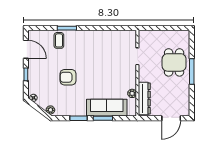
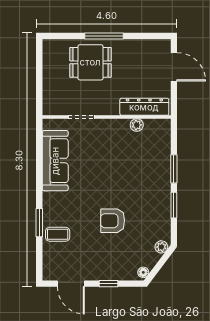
door: (26, 49) -> (71, 284), swing flipped
armchair: (68, 77) -> (113, 221), turned 90
sofa: (107, 108) -> (55, 161), moved, turned 180

